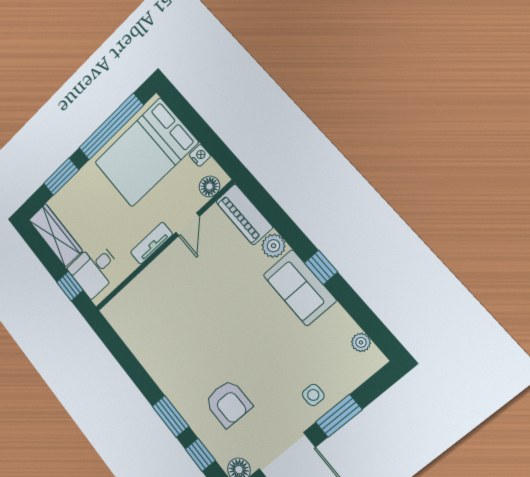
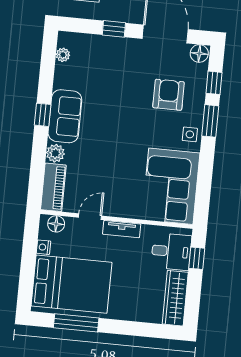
window: (111, 127) -> (76, 323), width x0.68
window: (61, 177) -> (136, 329), removed
corner sofa: (148, 324) -> (171, 186), added
side table: (313, 395) -> (190, 134), moved
window: (339, 416) -> (114, 29), width x0.67

